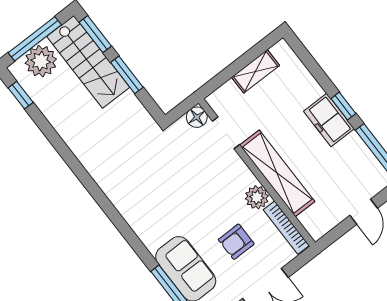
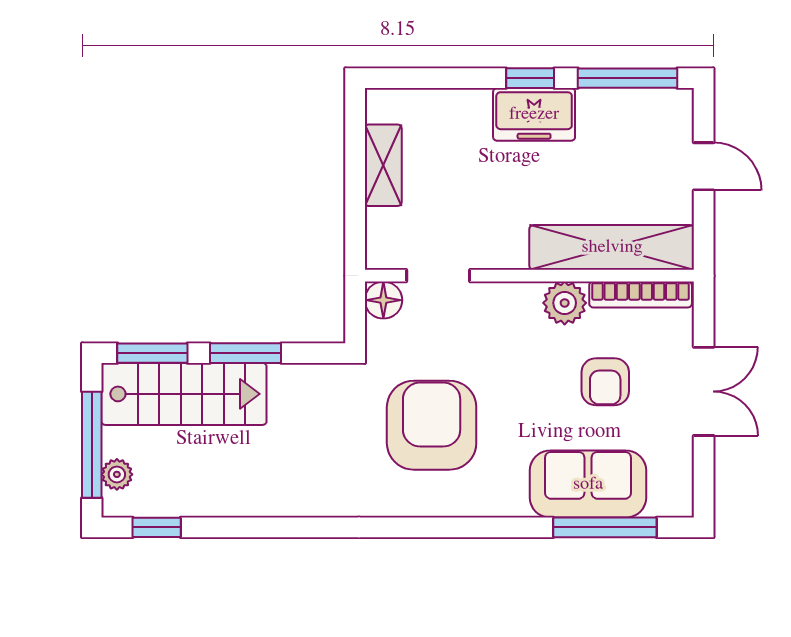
plant: (41, 61) -> (117, 474), width x0.53, depth x0.53
shelving: (277, 173) -> (612, 247), moved
armchair: (158, 181) -> (432, 425), added

